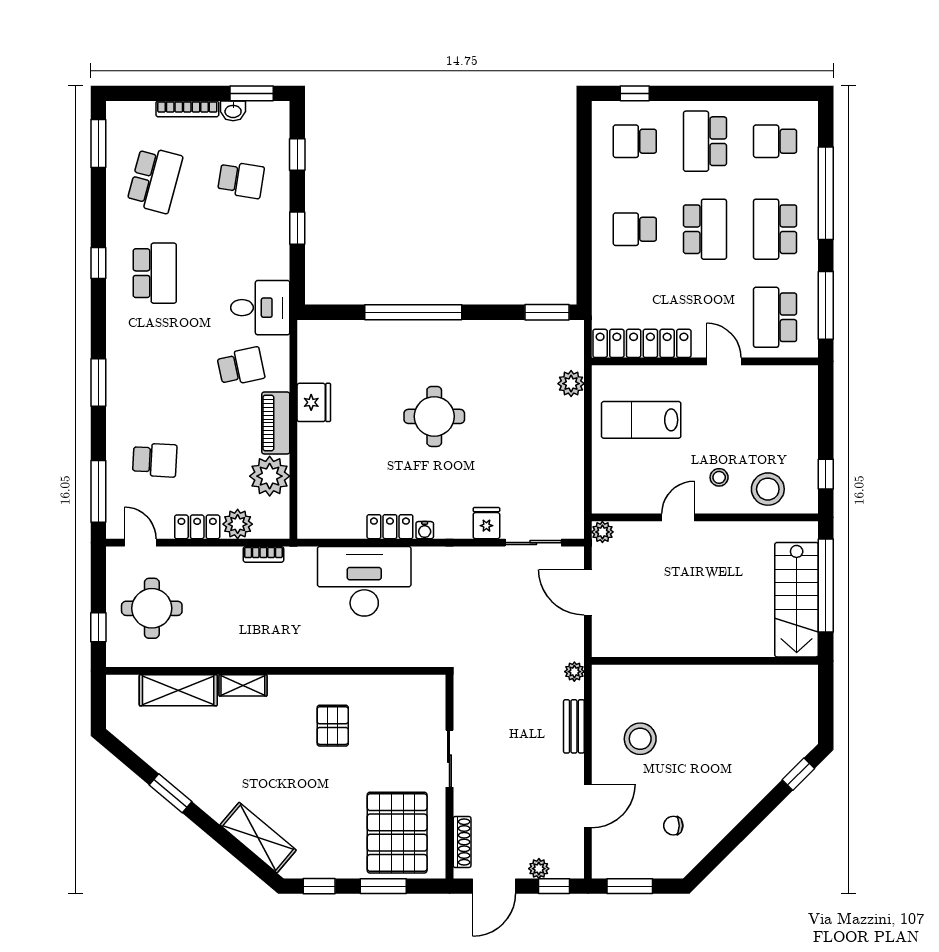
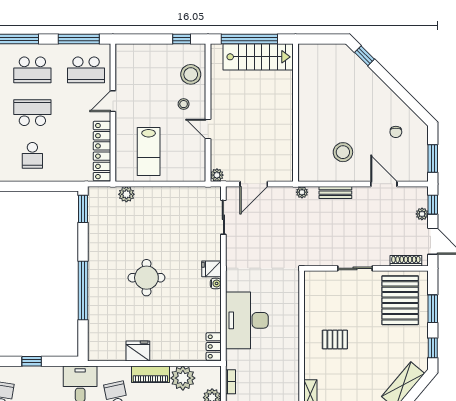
fridge: (486, 523) -> (211, 269), moved
locker: (390, 527) -> (214, 347), moved
pallet: (397, 833) -> (400, 300), turned 90

